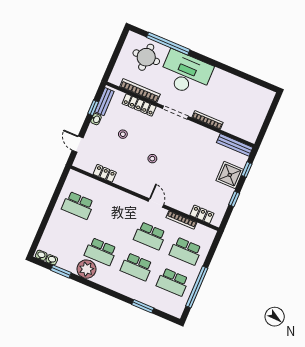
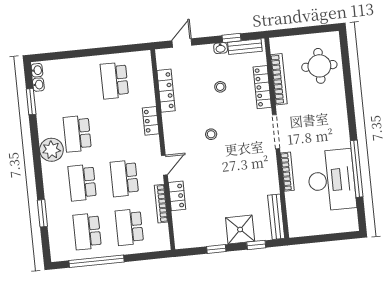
window: (168, 44) -> (357, 169), moved
desk: (186, 74) -> (332, 180), moved
locker: (105, 173) -> (166, 91), width x1.53
locker: (120, 196) -> (151, 121), added
locker: (202, 214) -> (177, 196), moved
plant: (86, 269) -> (51, 150), moved

